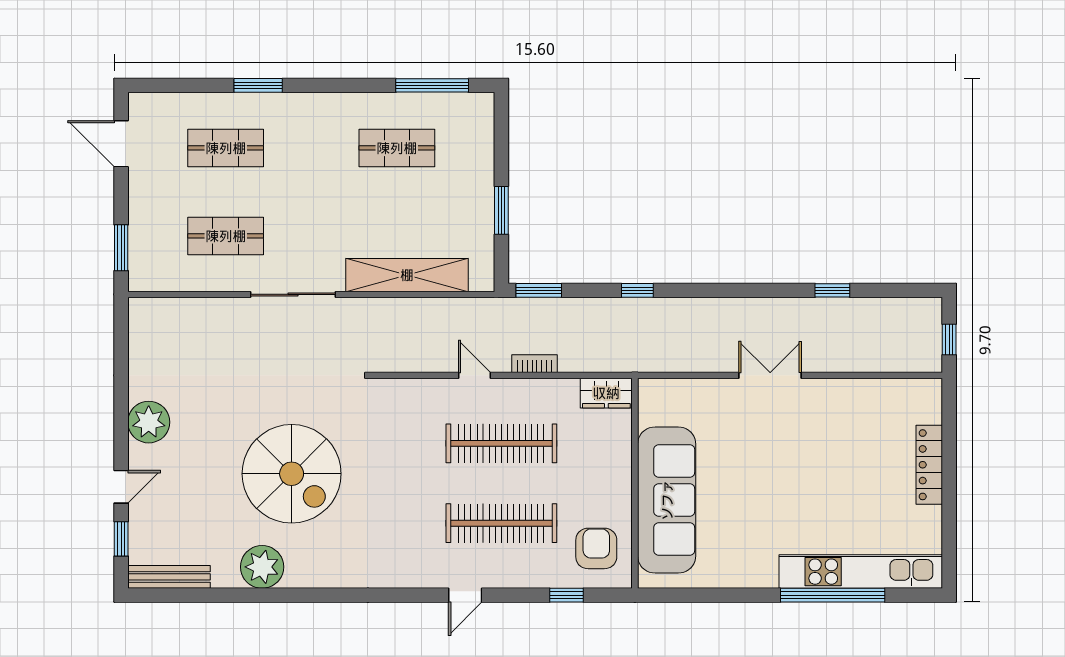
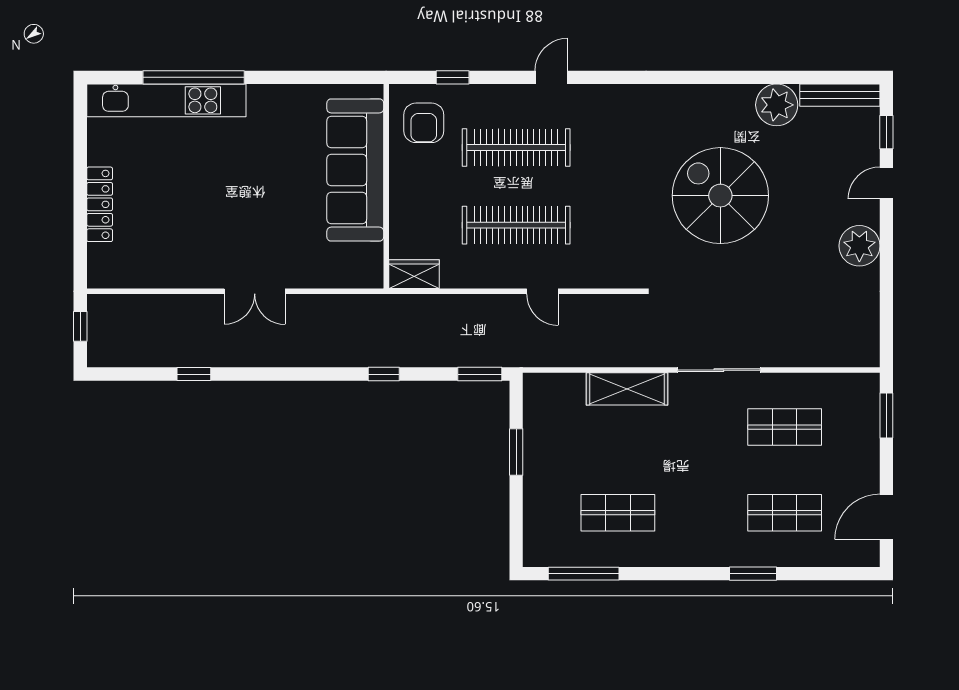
door: (121, 144) -> (886, 517), swing flipped
shelving: (407, 275) -> (627, 389), width x0.68
bookcase: (535, 364) -> (484, 303), removed
plant: (262, 567) -> (777, 105), moved

